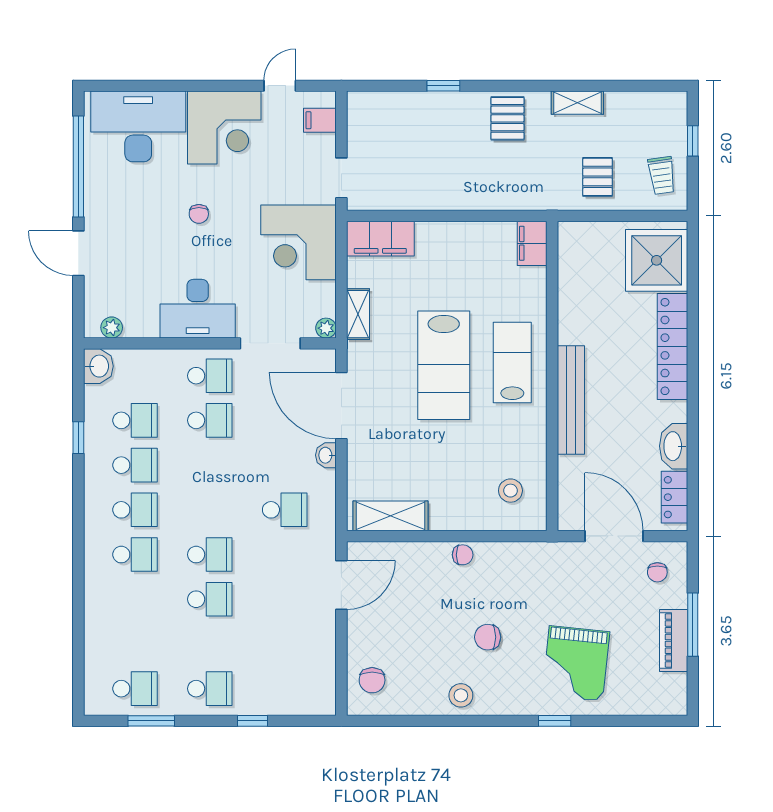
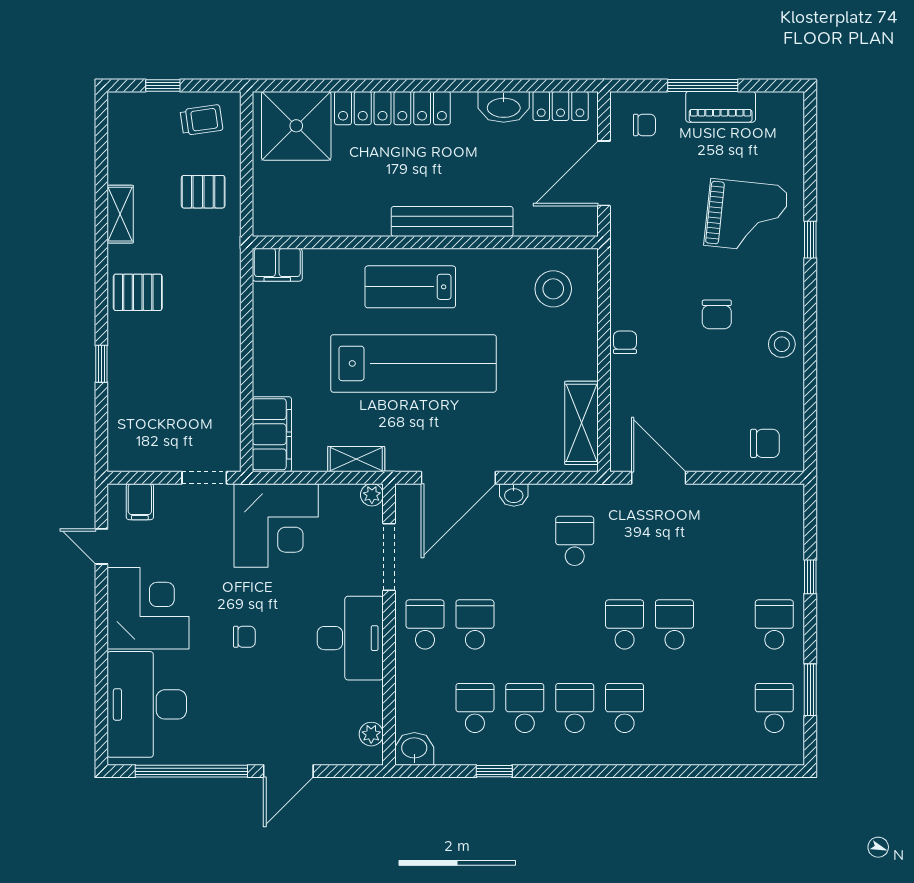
lab bench: (444, 365) -> (413, 363), width x1.36
stool: (510, 491) -> (553, 289), width x1.38, depth x1.38

